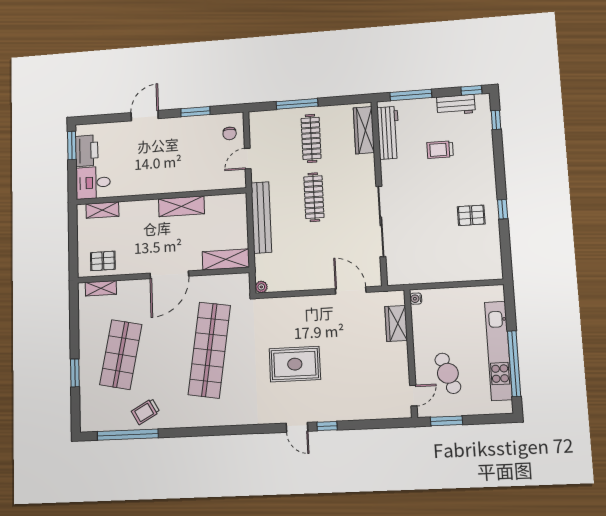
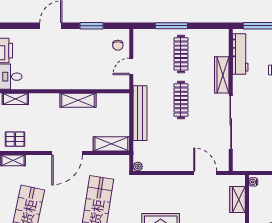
wardrobe: (364, 130) -> (222, 75), moved

